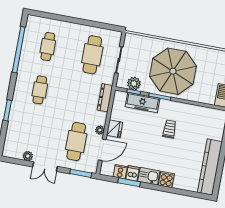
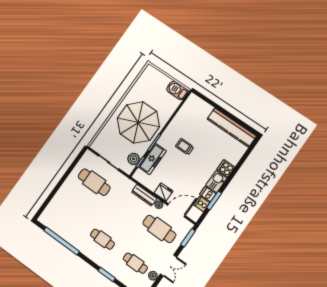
cafe table: (48, 46) -> (135, 263), moved
dresser: (105, 98) -> (144, 195), moved
door: (102, 150) -> (176, 210), hinge flipped

